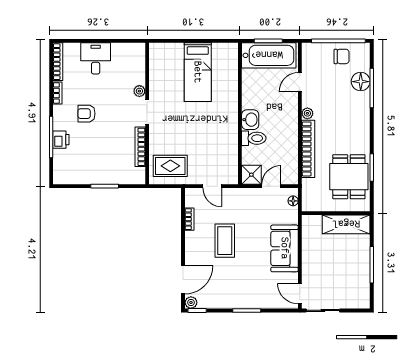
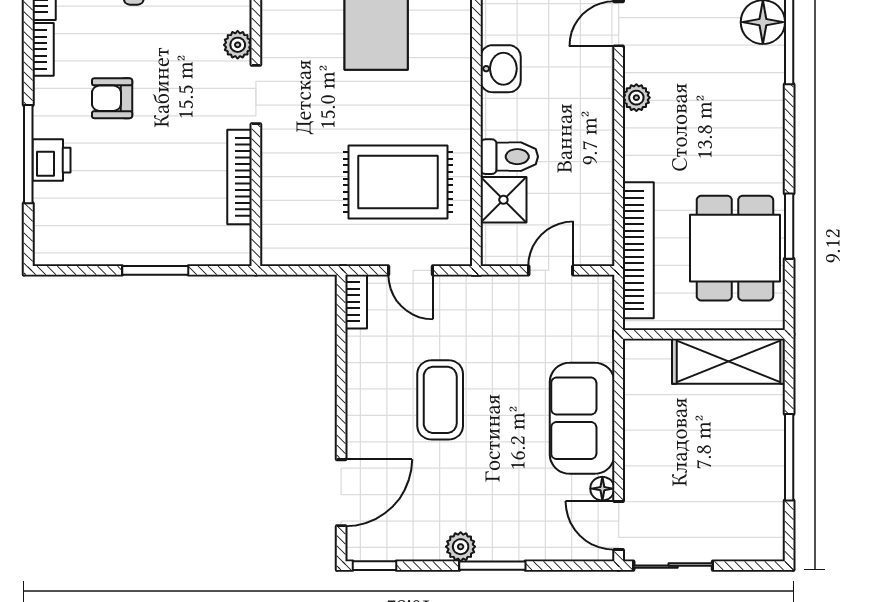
washbasin: (250, 120) -> (501, 69), moved
bookcase: (308, 149) -> (638, 250), moved
rug: (170, 166) -> (398, 182), moved, width x1.36, depth x1.43
shower: (251, 175) -> (503, 200), moved
floor lamp: (293, 201) -> (602, 489), moved
bookcase: (189, 219) -> (356, 302), moved
plant: (191, 302) -> (461, 547), moved

